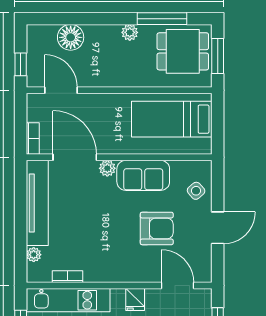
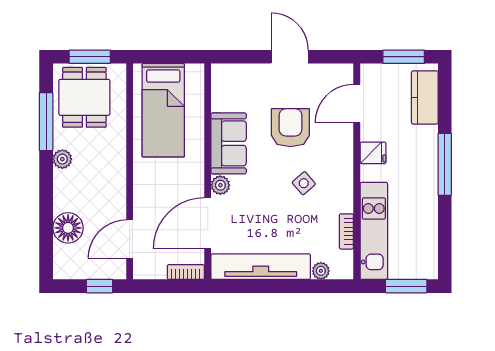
side table: (196, 191) -> (304, 183), moved

